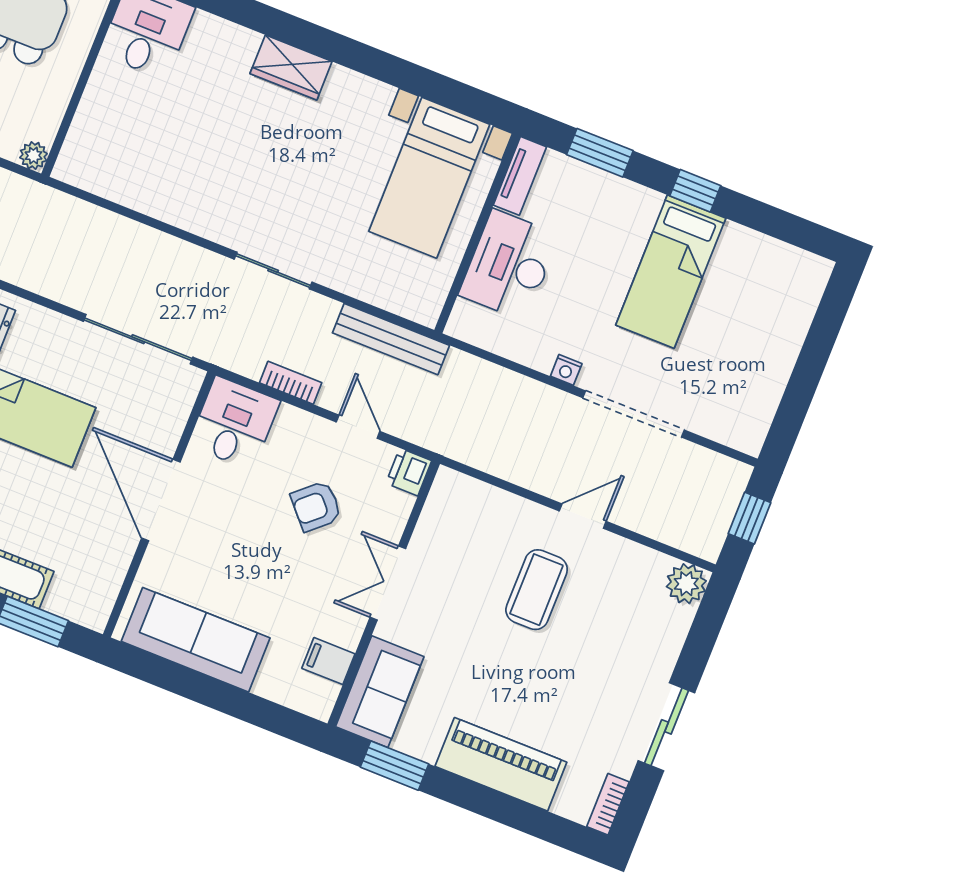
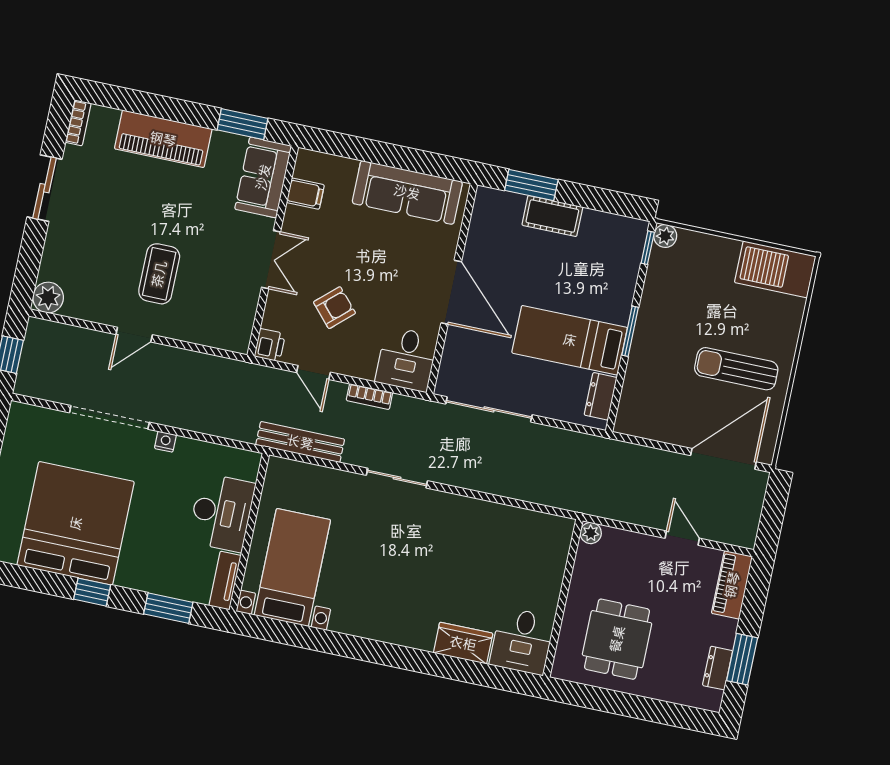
wardrobe: (291, 68) -> (463, 643), moved
bed: (671, 272) -> (76, 523), width x2.04

